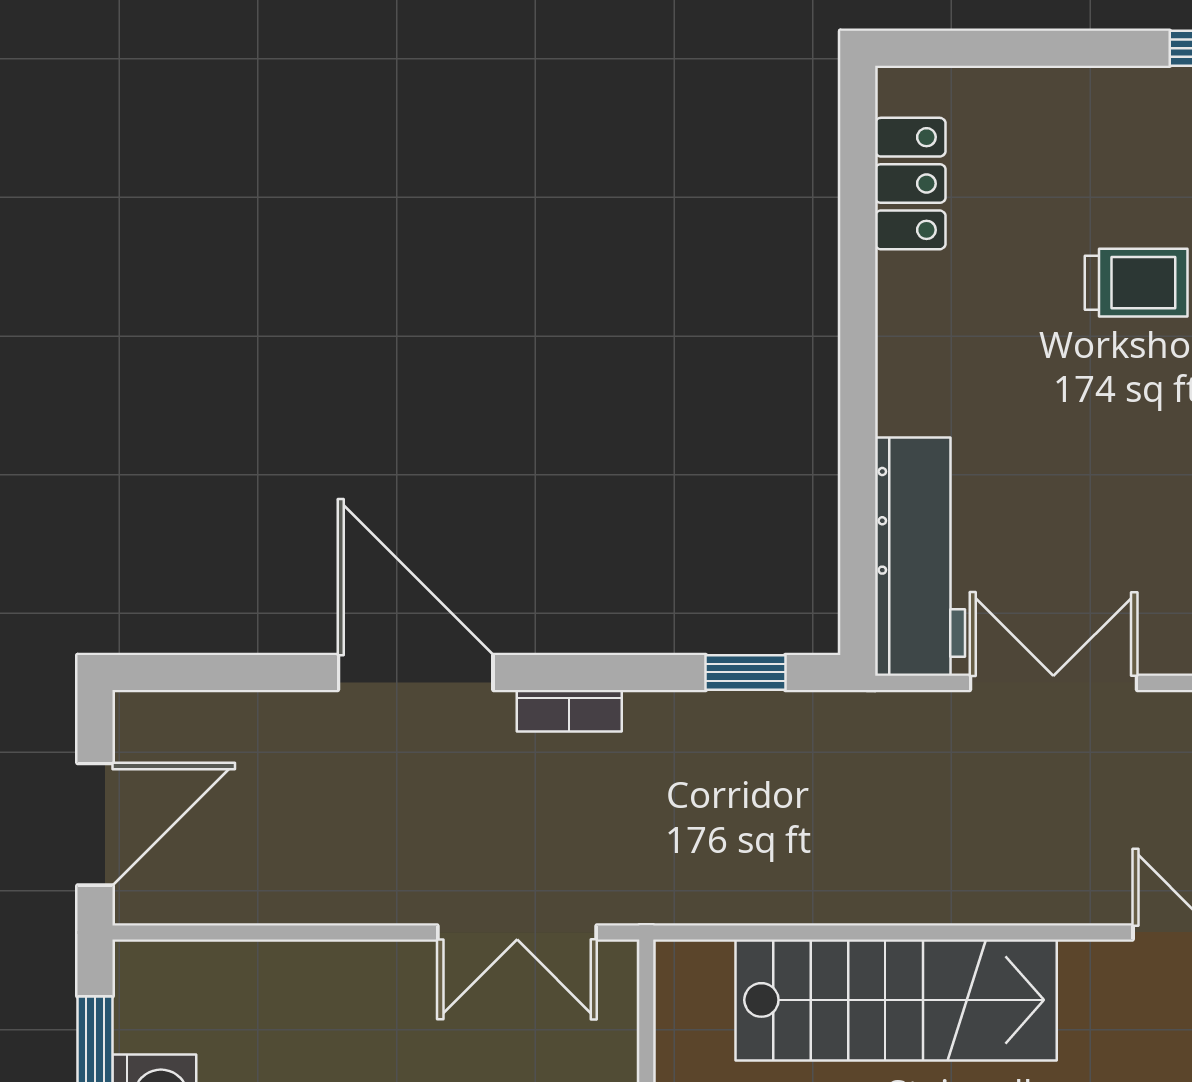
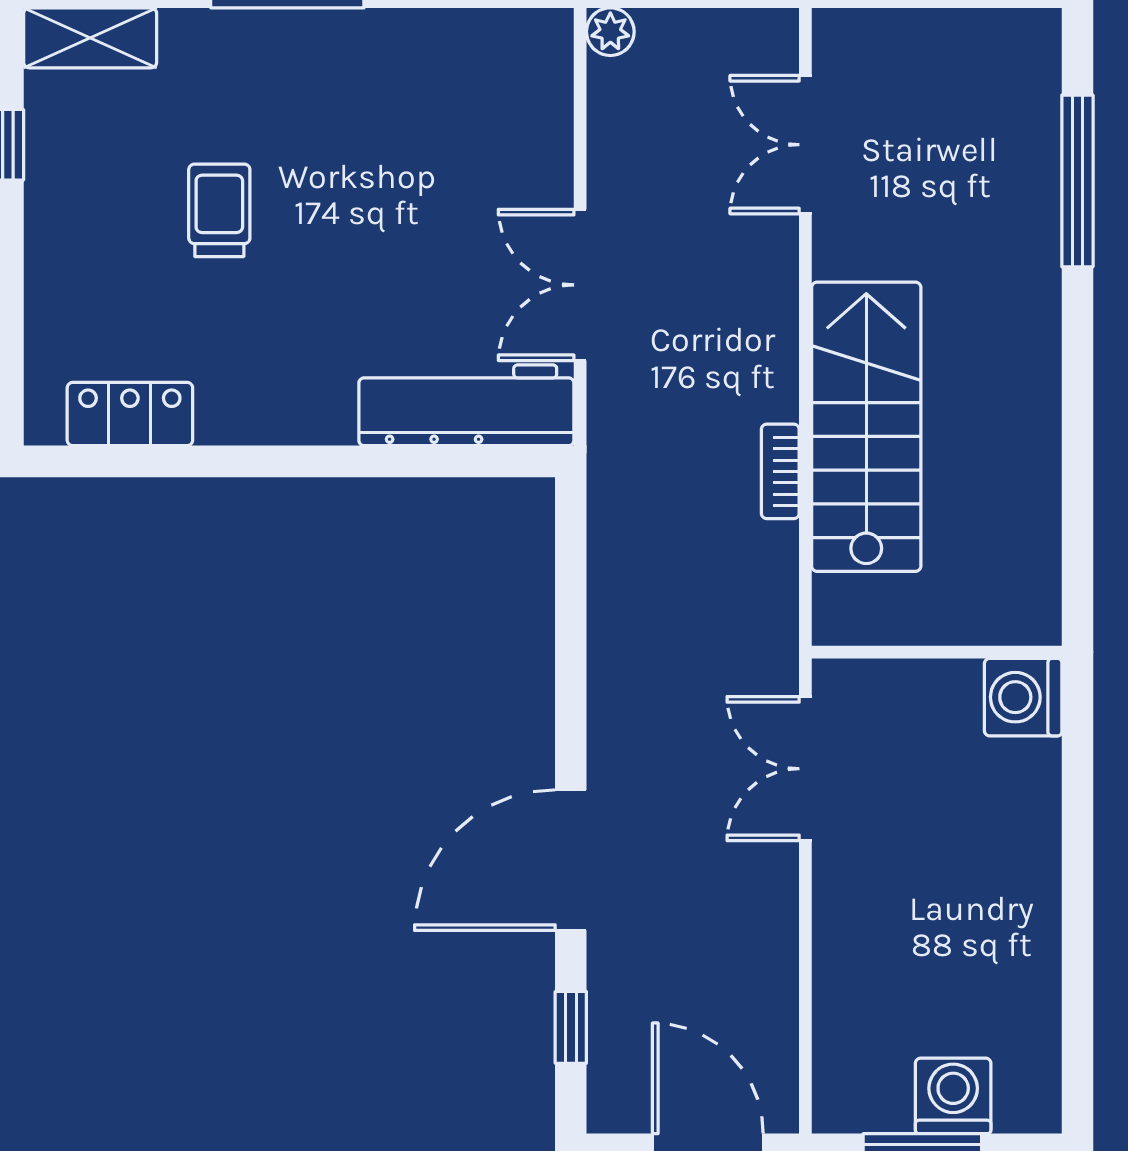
window: (746, 672) -> (571, 1027), moved
bookcase: (569, 711) -> (780, 471), moved, turned 180
double door: (517, 932) -> (805, 769), swing flipped

